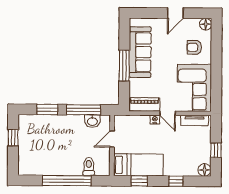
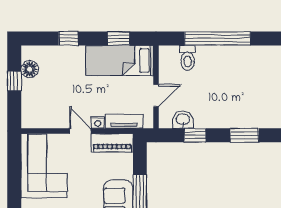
window: (84, 110) -> (195, 135), width x0.46
tv unit: (195, 121) -> (124, 121), moved
floor lamp: (204, 170) -> (30, 69), moved

